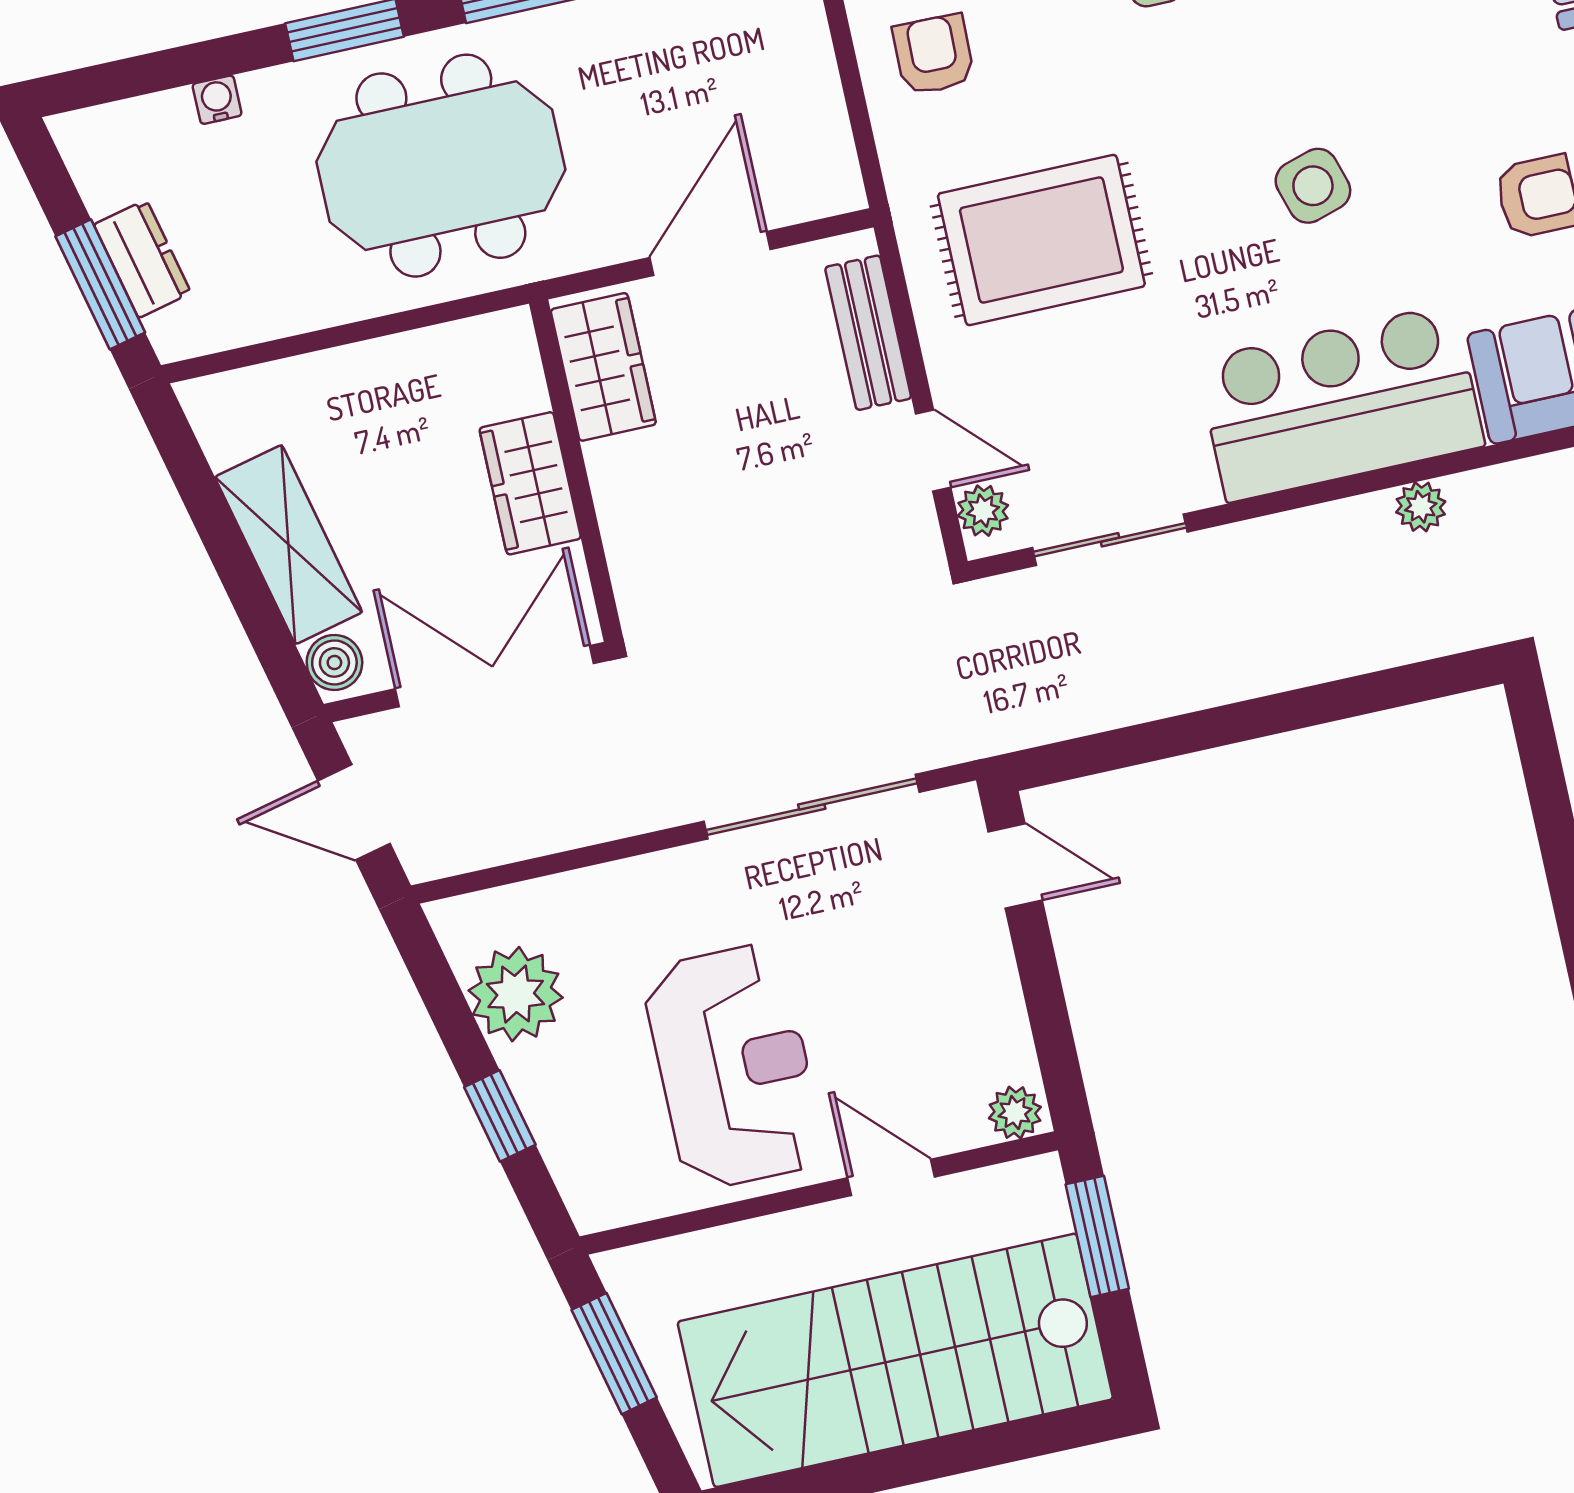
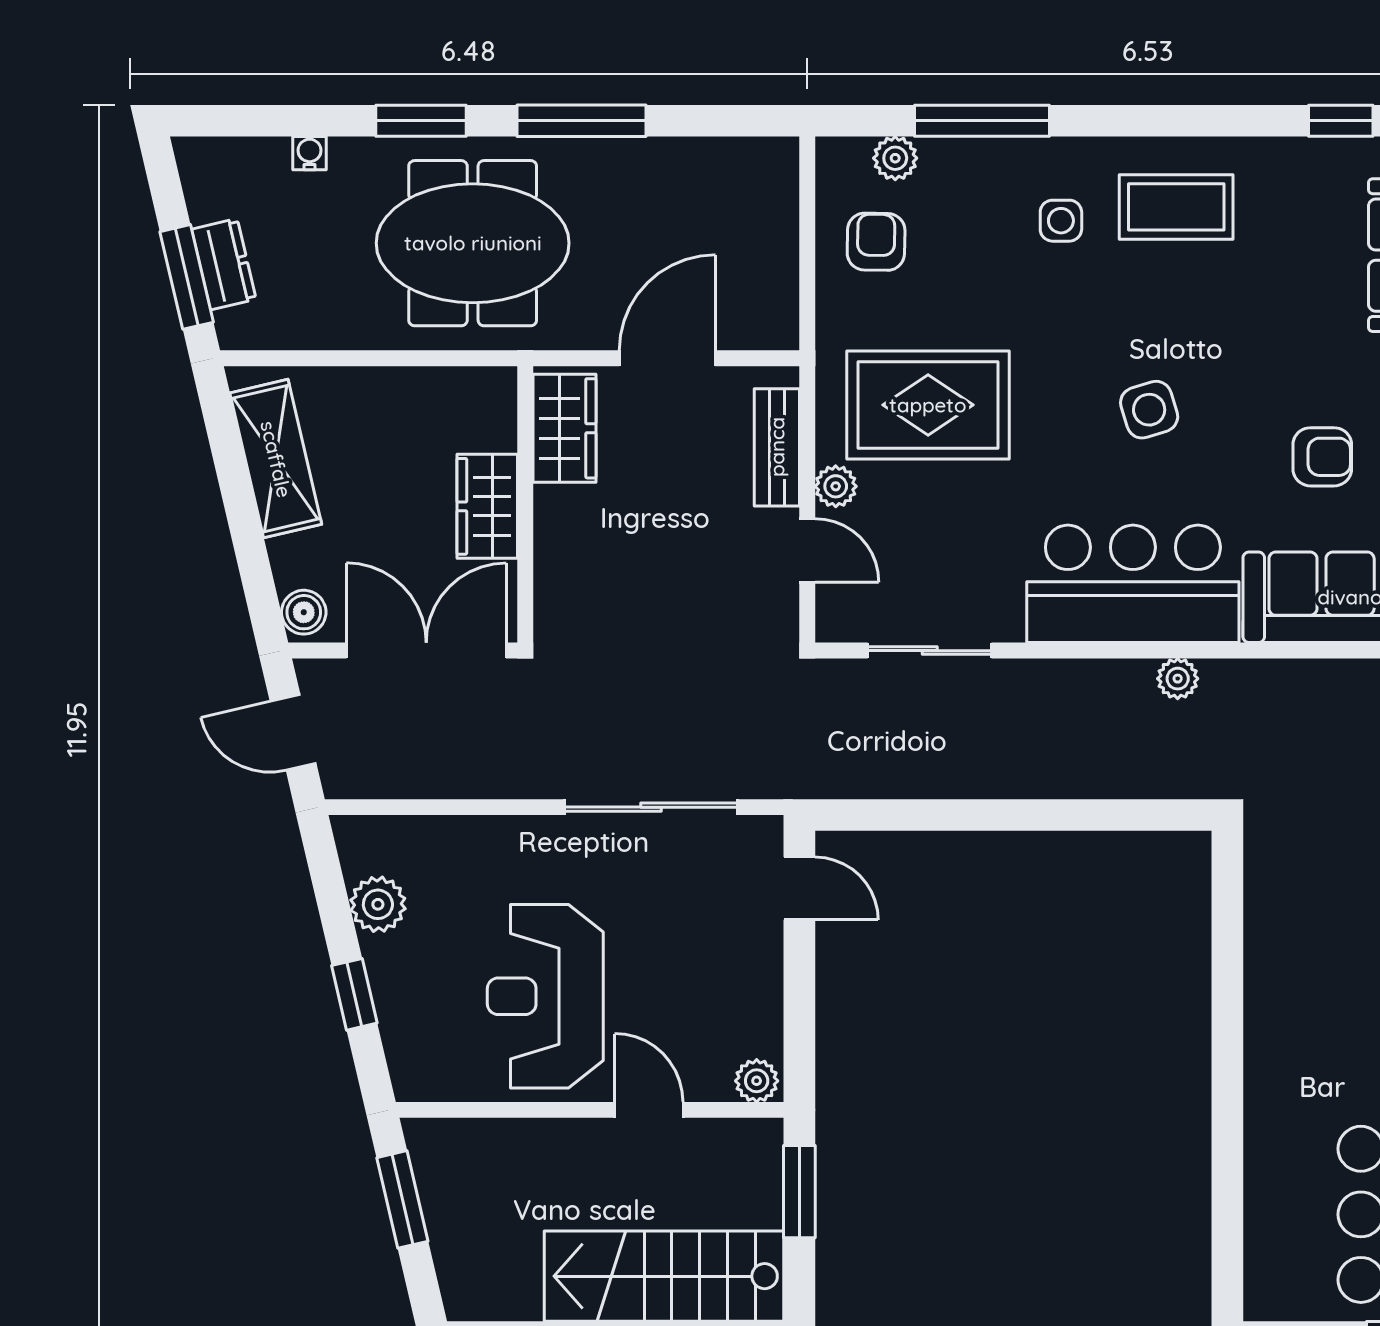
plant: (983, 511) -> (836, 486), moved
shelving: (288, 545) -> (276, 459), moved
plant: (516, 994) -> (378, 904), width x0.73, depth x0.73
reception desk: (734, 1067) -> (545, 996), turned 180
stairs: (895, 1360) -> (664, 1276), width x0.73, depth x0.66

